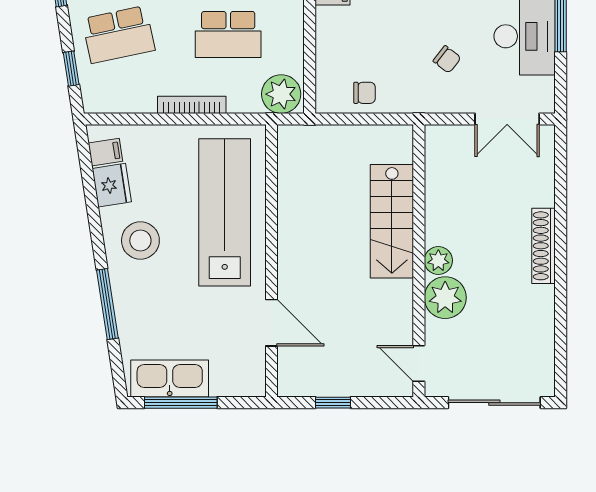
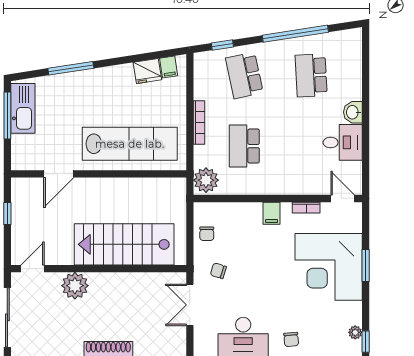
chair: (447, 59) -> (218, 271), moved, turned 69
double door: (507, 119) -> (190, 305), moved
stairs: (392, 221) -> (124, 244), width x1.36, depth x1.51
stool: (140, 241) -> (112, 90), removed
plant: (438, 260) -> (99, 281), removed

